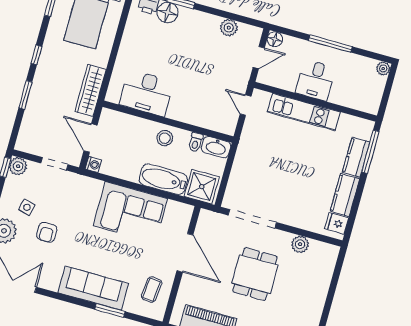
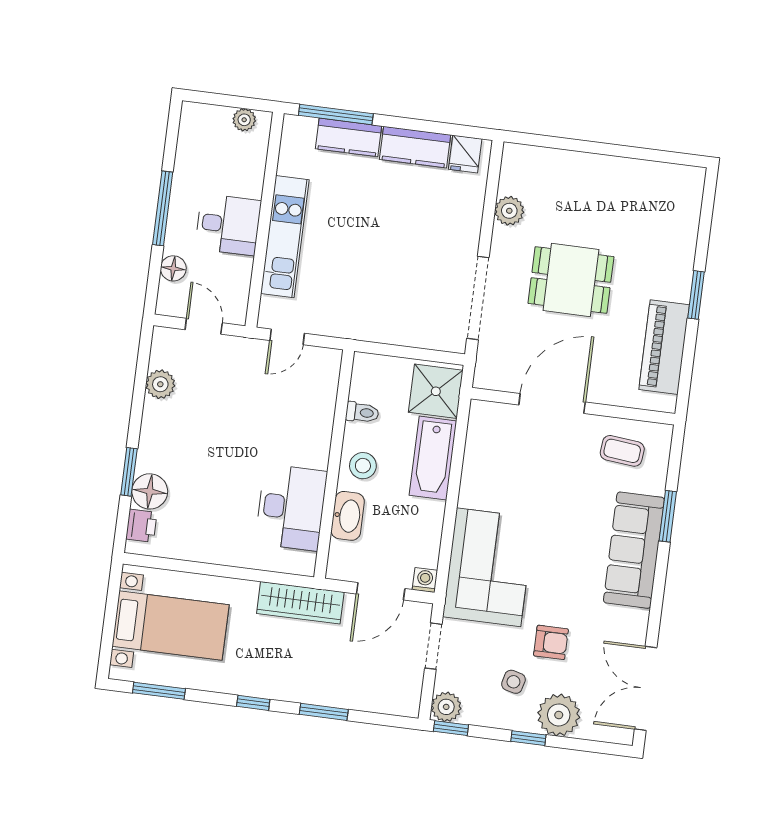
floor lamp: (275, 39) -> (173, 268), moved
plant: (383, 69) -> (244, 120), moved
washbasin: (216, 147) -> (348, 516), moved
corner sofa: (130, 212) -> (489, 567), moved

